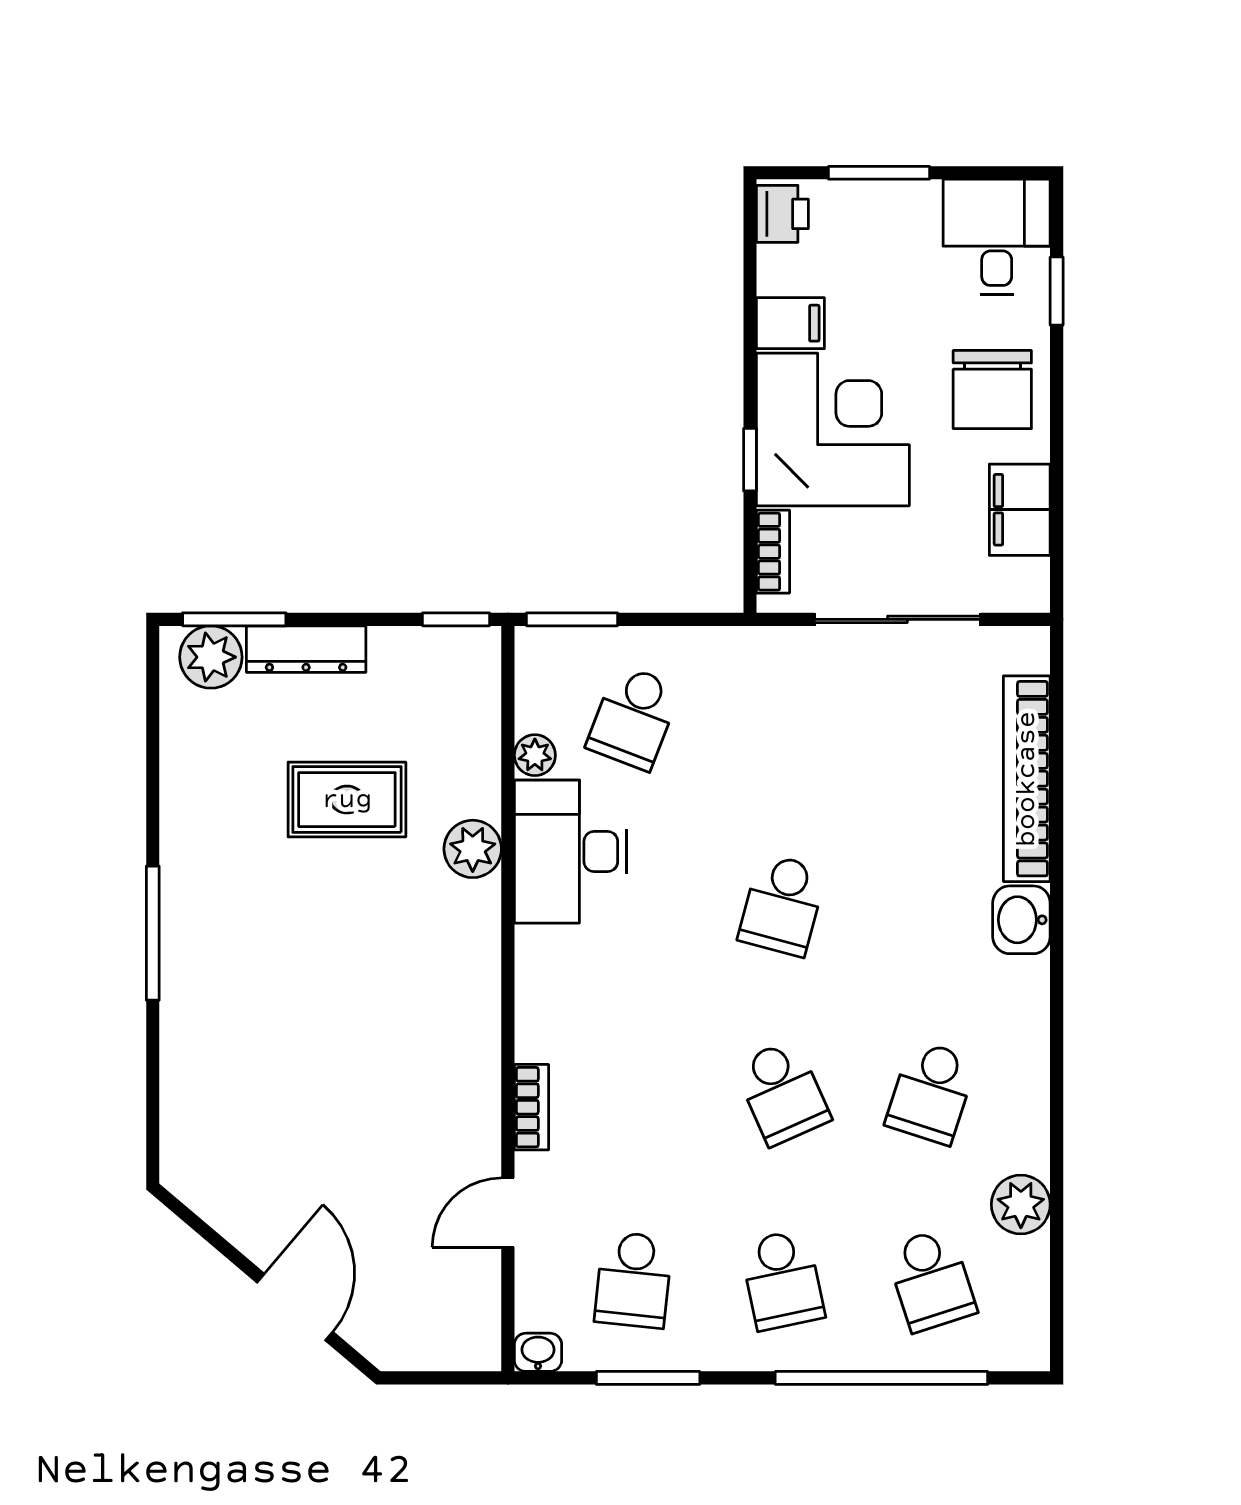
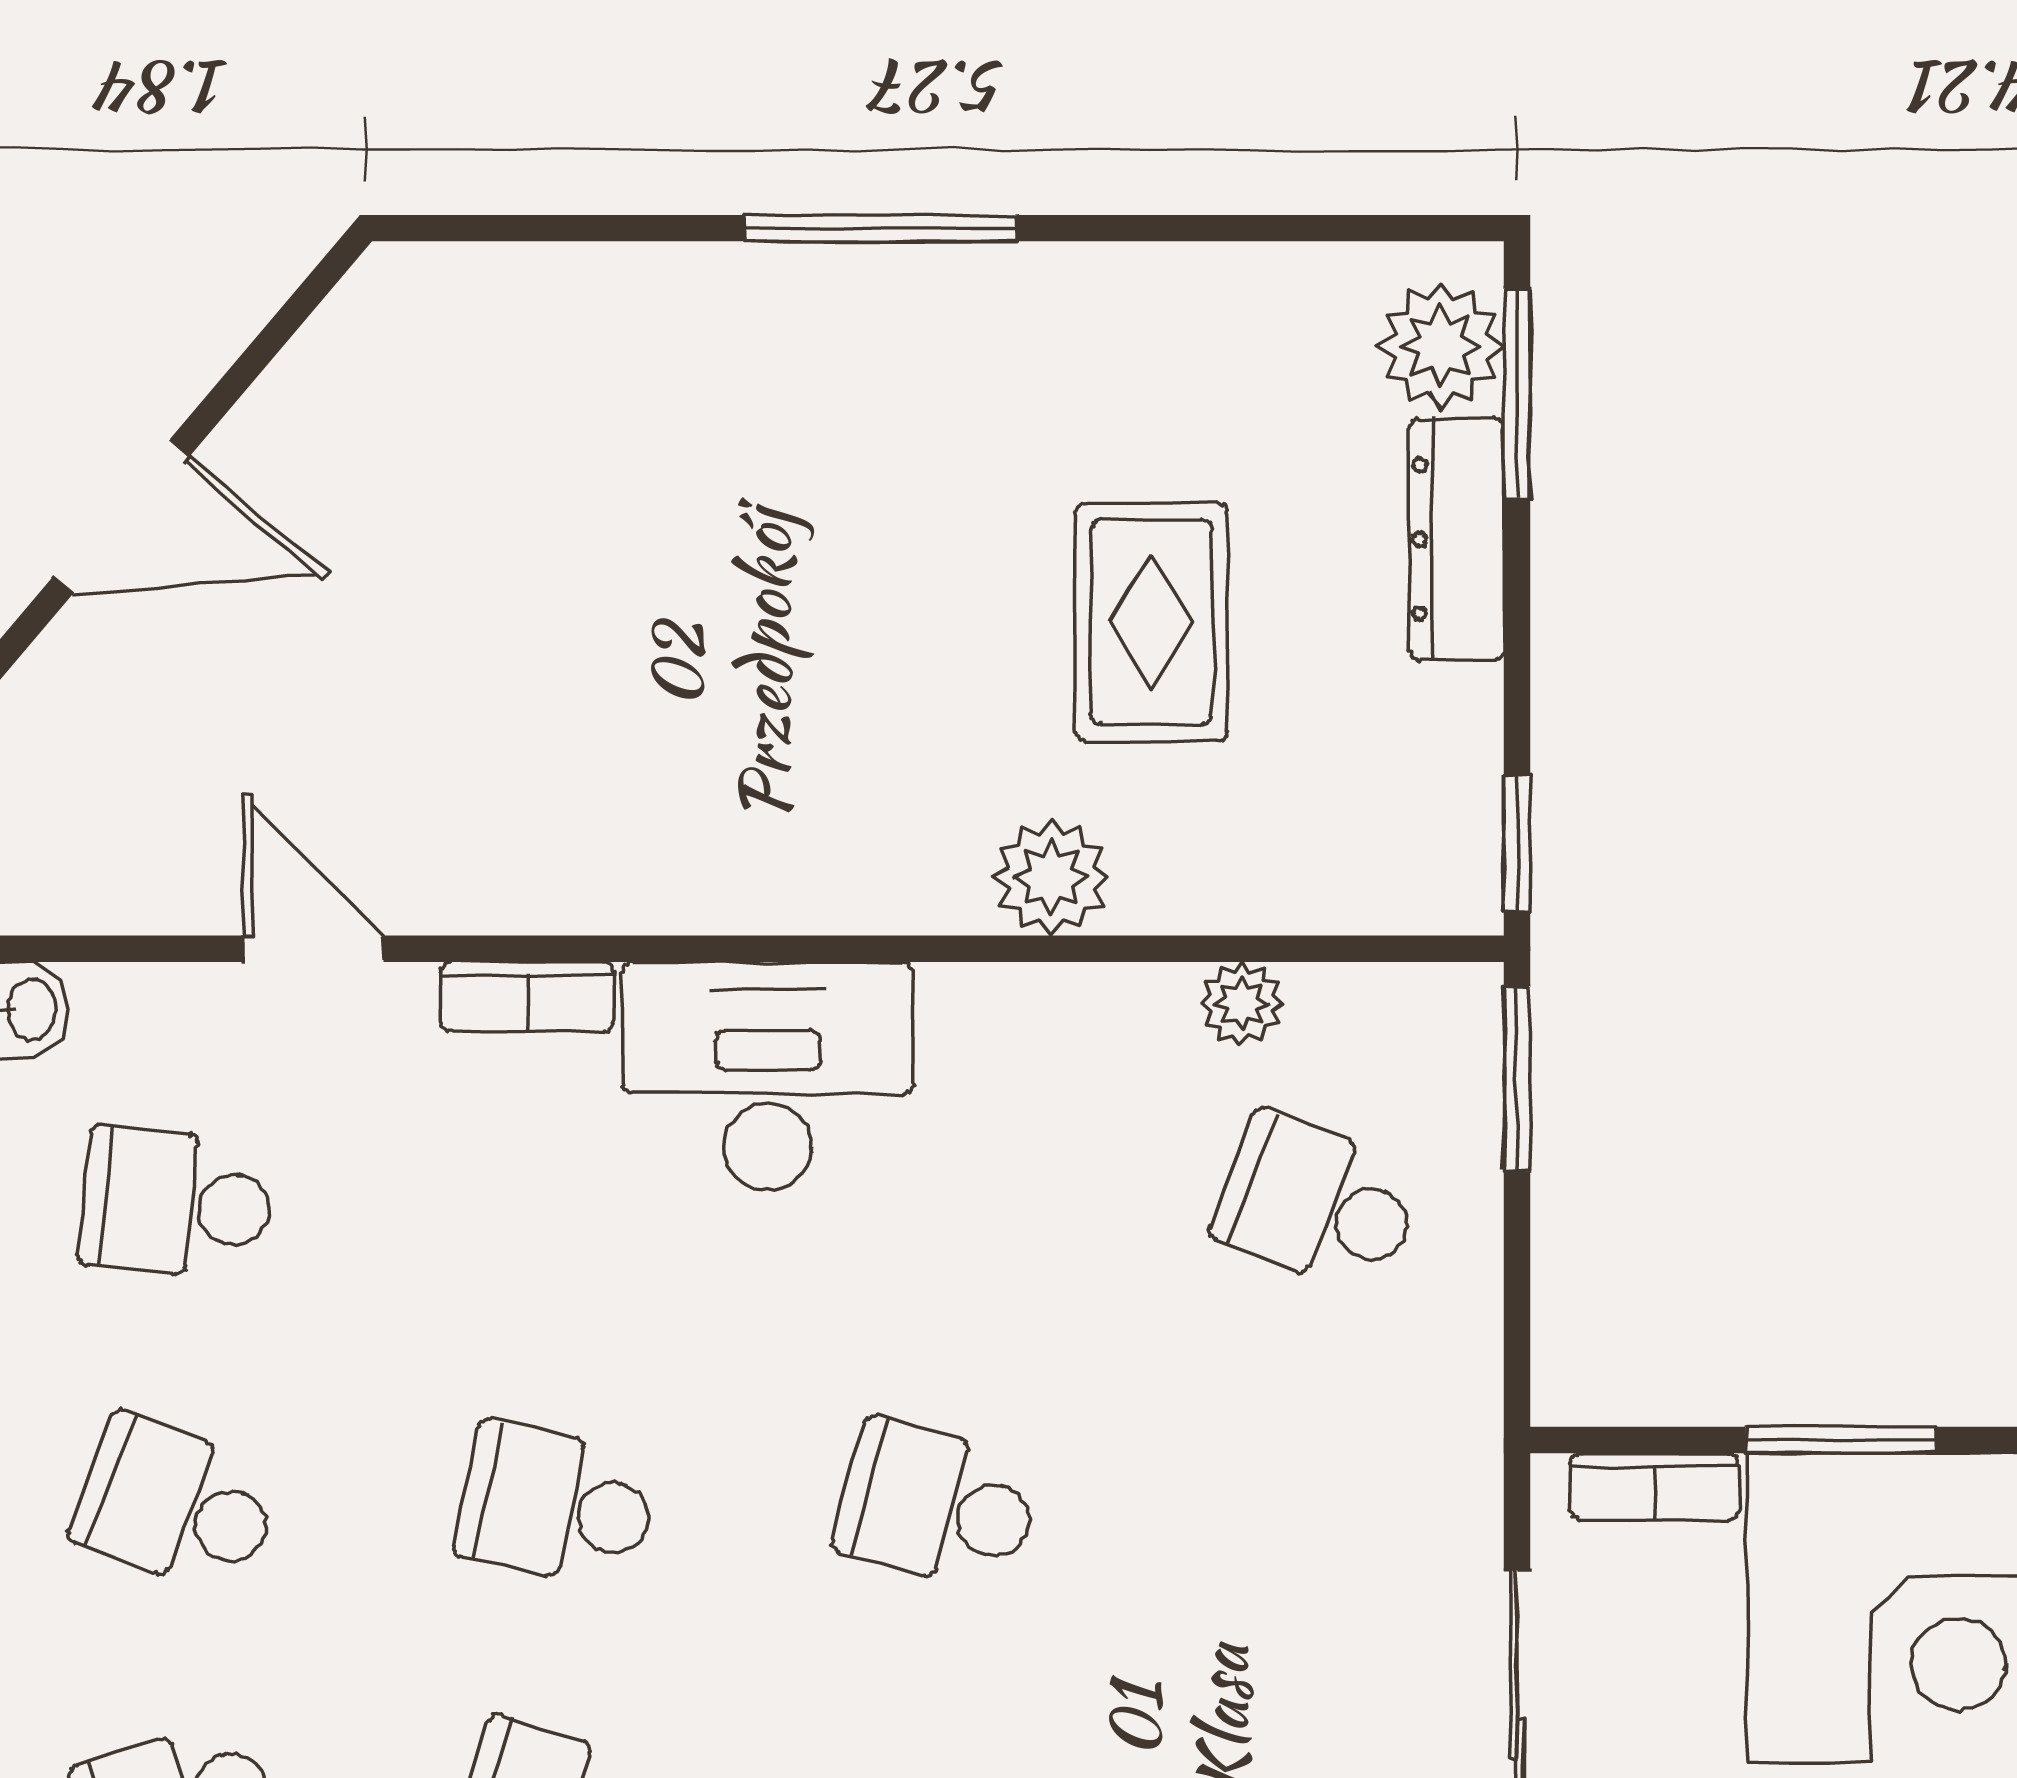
window: (750, 460) -> (1841, 1440), width x1.50
desk: (570, 852) -> (768, 1076), moved
school desk: (782, 1092) -> (557, 1505), turned 36
school desk: (782, 1280) -> (177, 1505), turned 33

